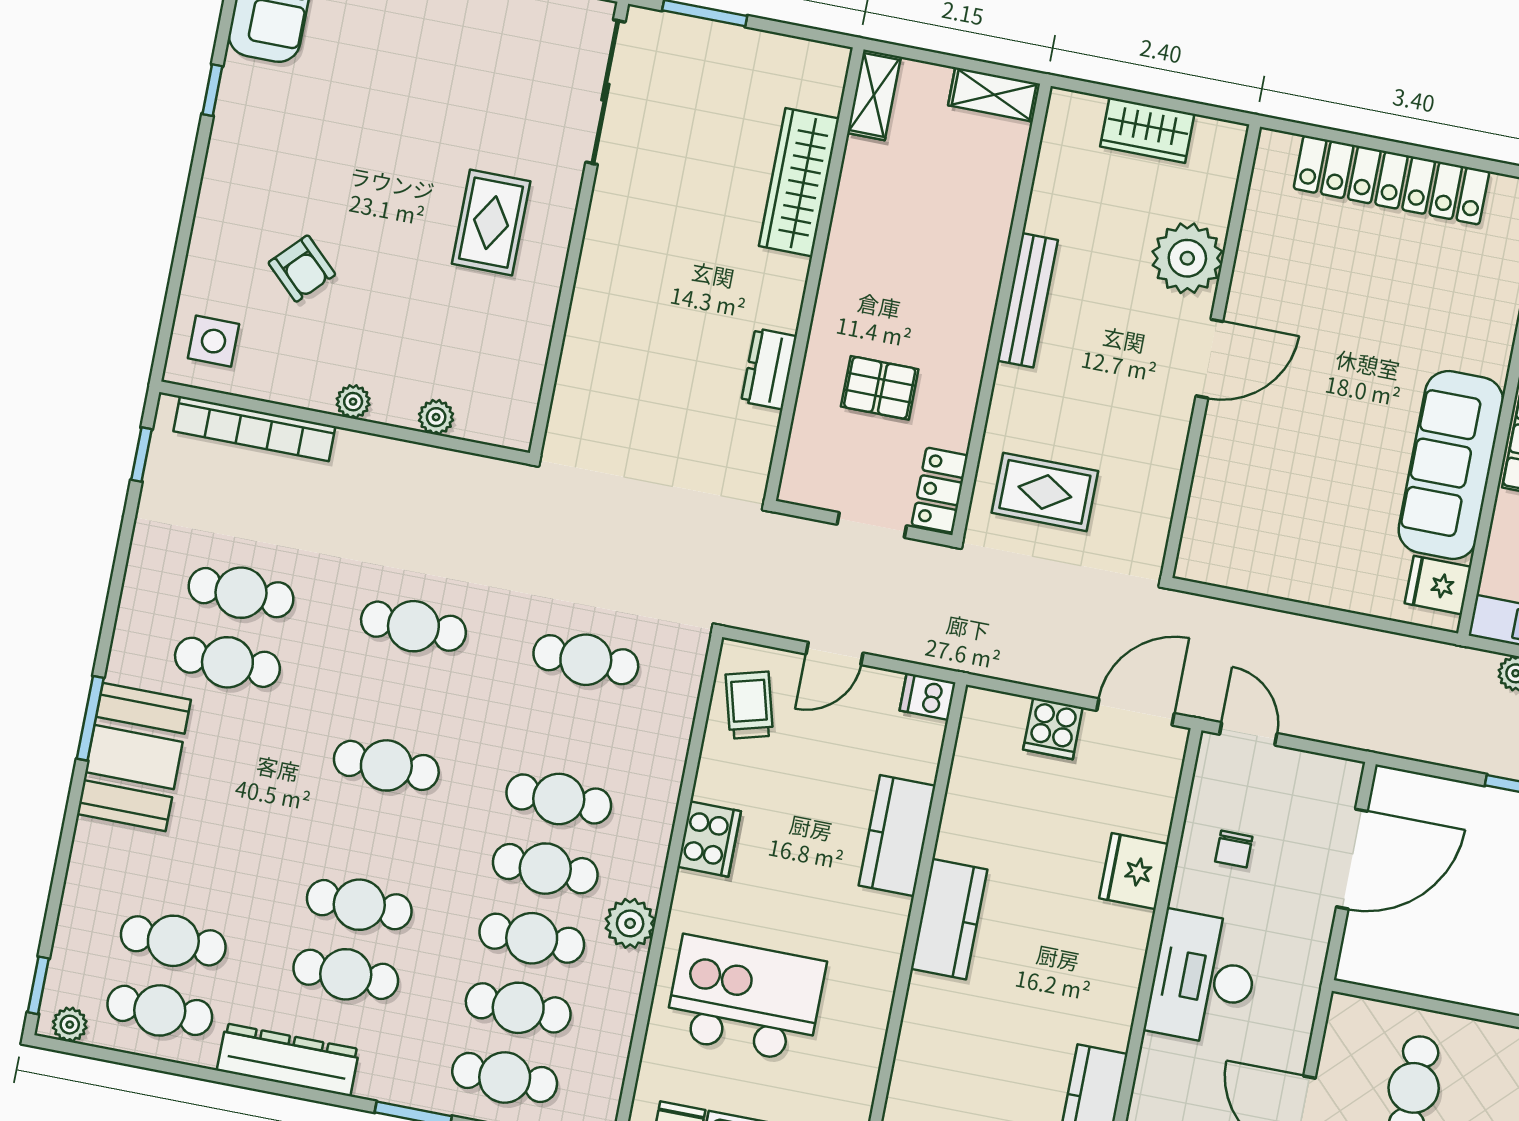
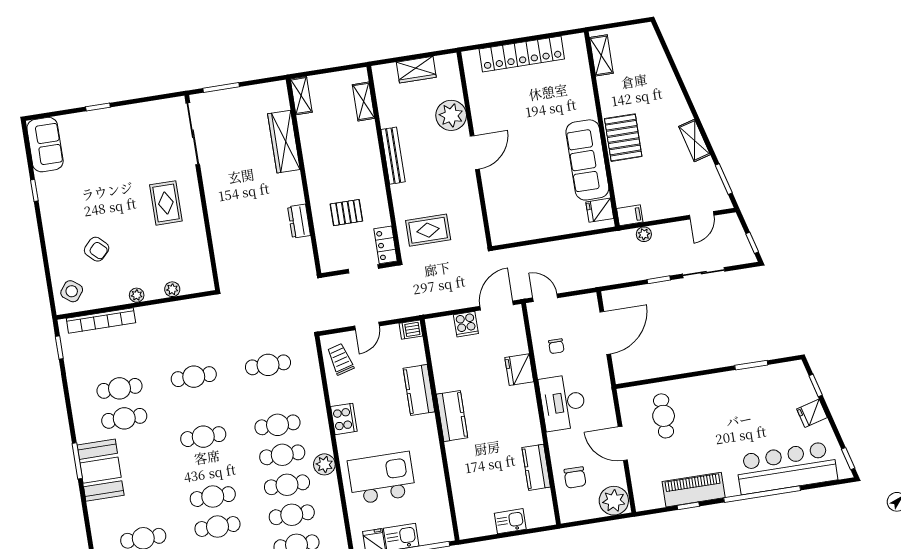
shelving: (994, 95) -> (364, 101), moved, turned 90
side table: (214, 341) -> (72, 291), turned 37

